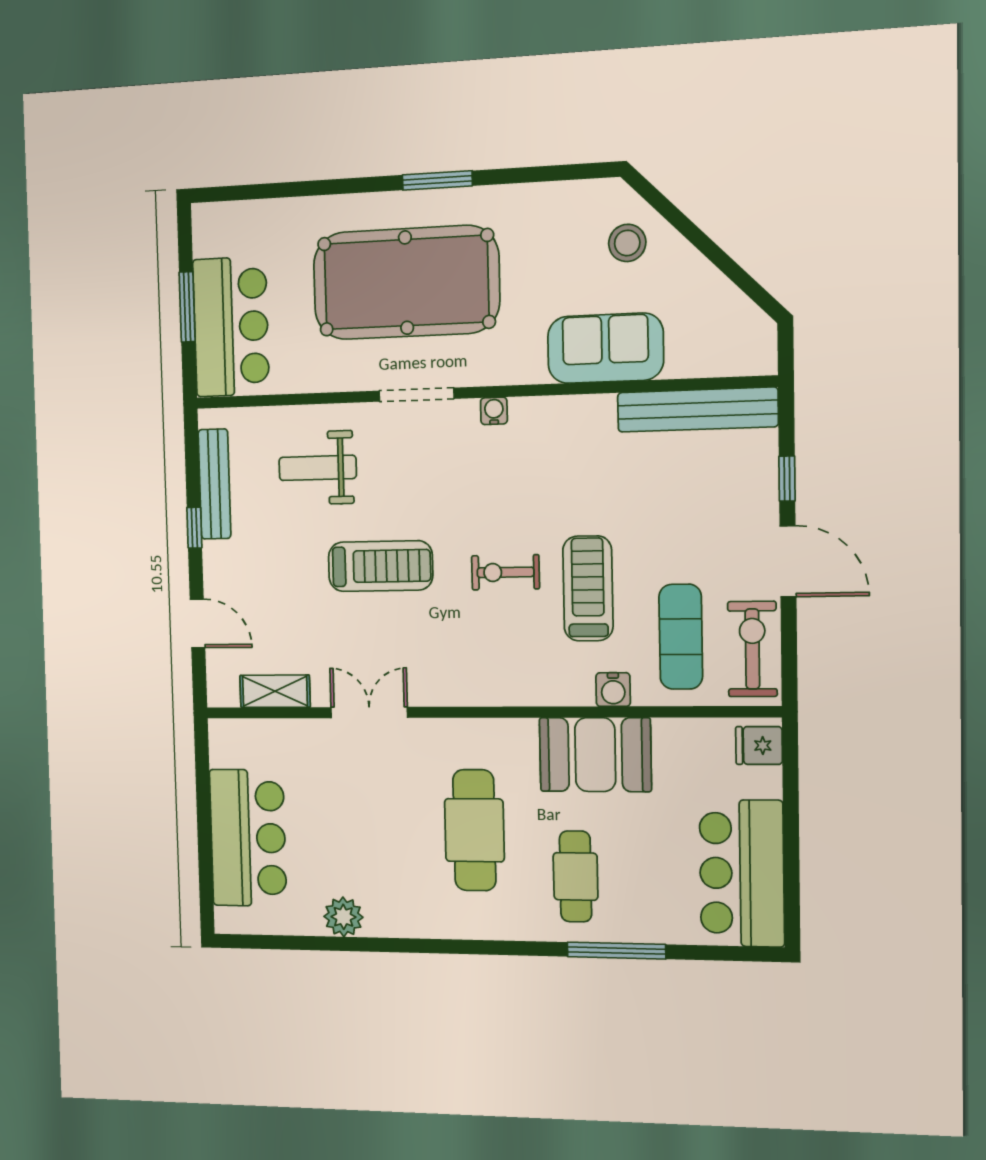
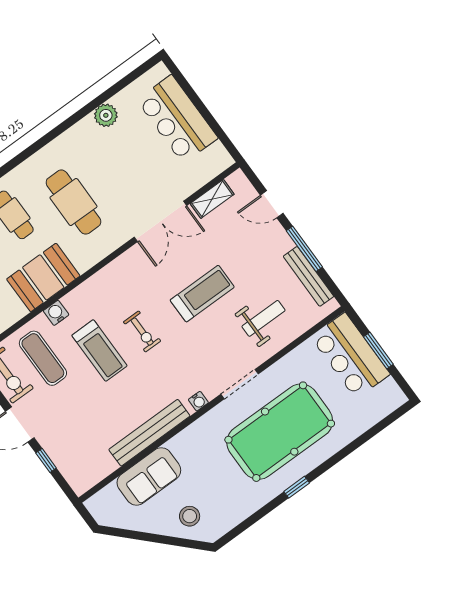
window: (437, 180) -> (297, 487), width x0.67
sofa: (605, 348) -> (149, 476), moved
bench: (697, 410) -> (149, 433), moved
window: (194, 528) -> (304, 249), width x2.17
treadmill: (380, 566) -> (202, 294), turned 180
exercise bike: (505, 572) -> (142, 332), turned 90
double door: (369, 713) -> (160, 221), width x1.37

